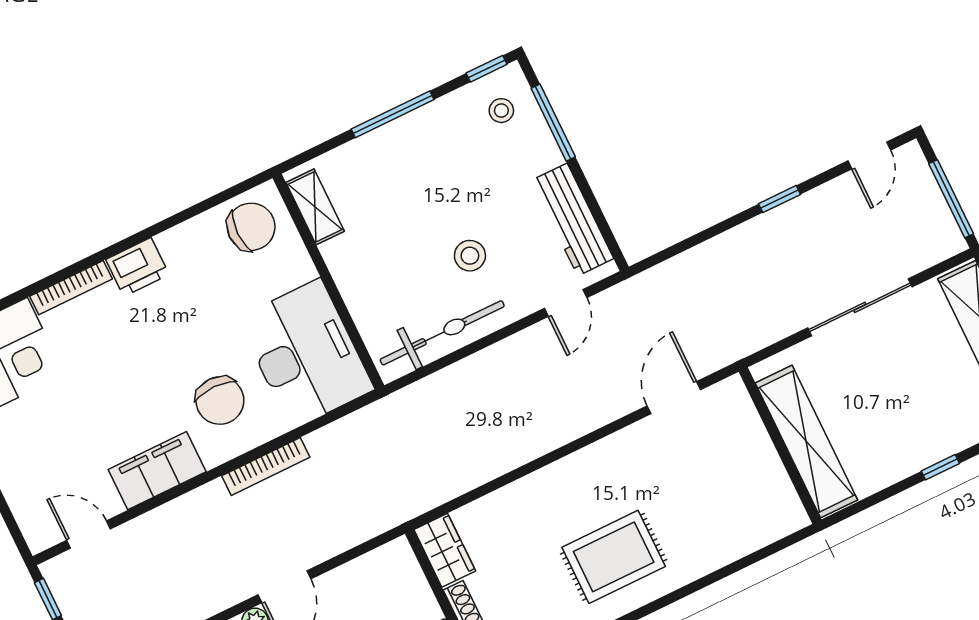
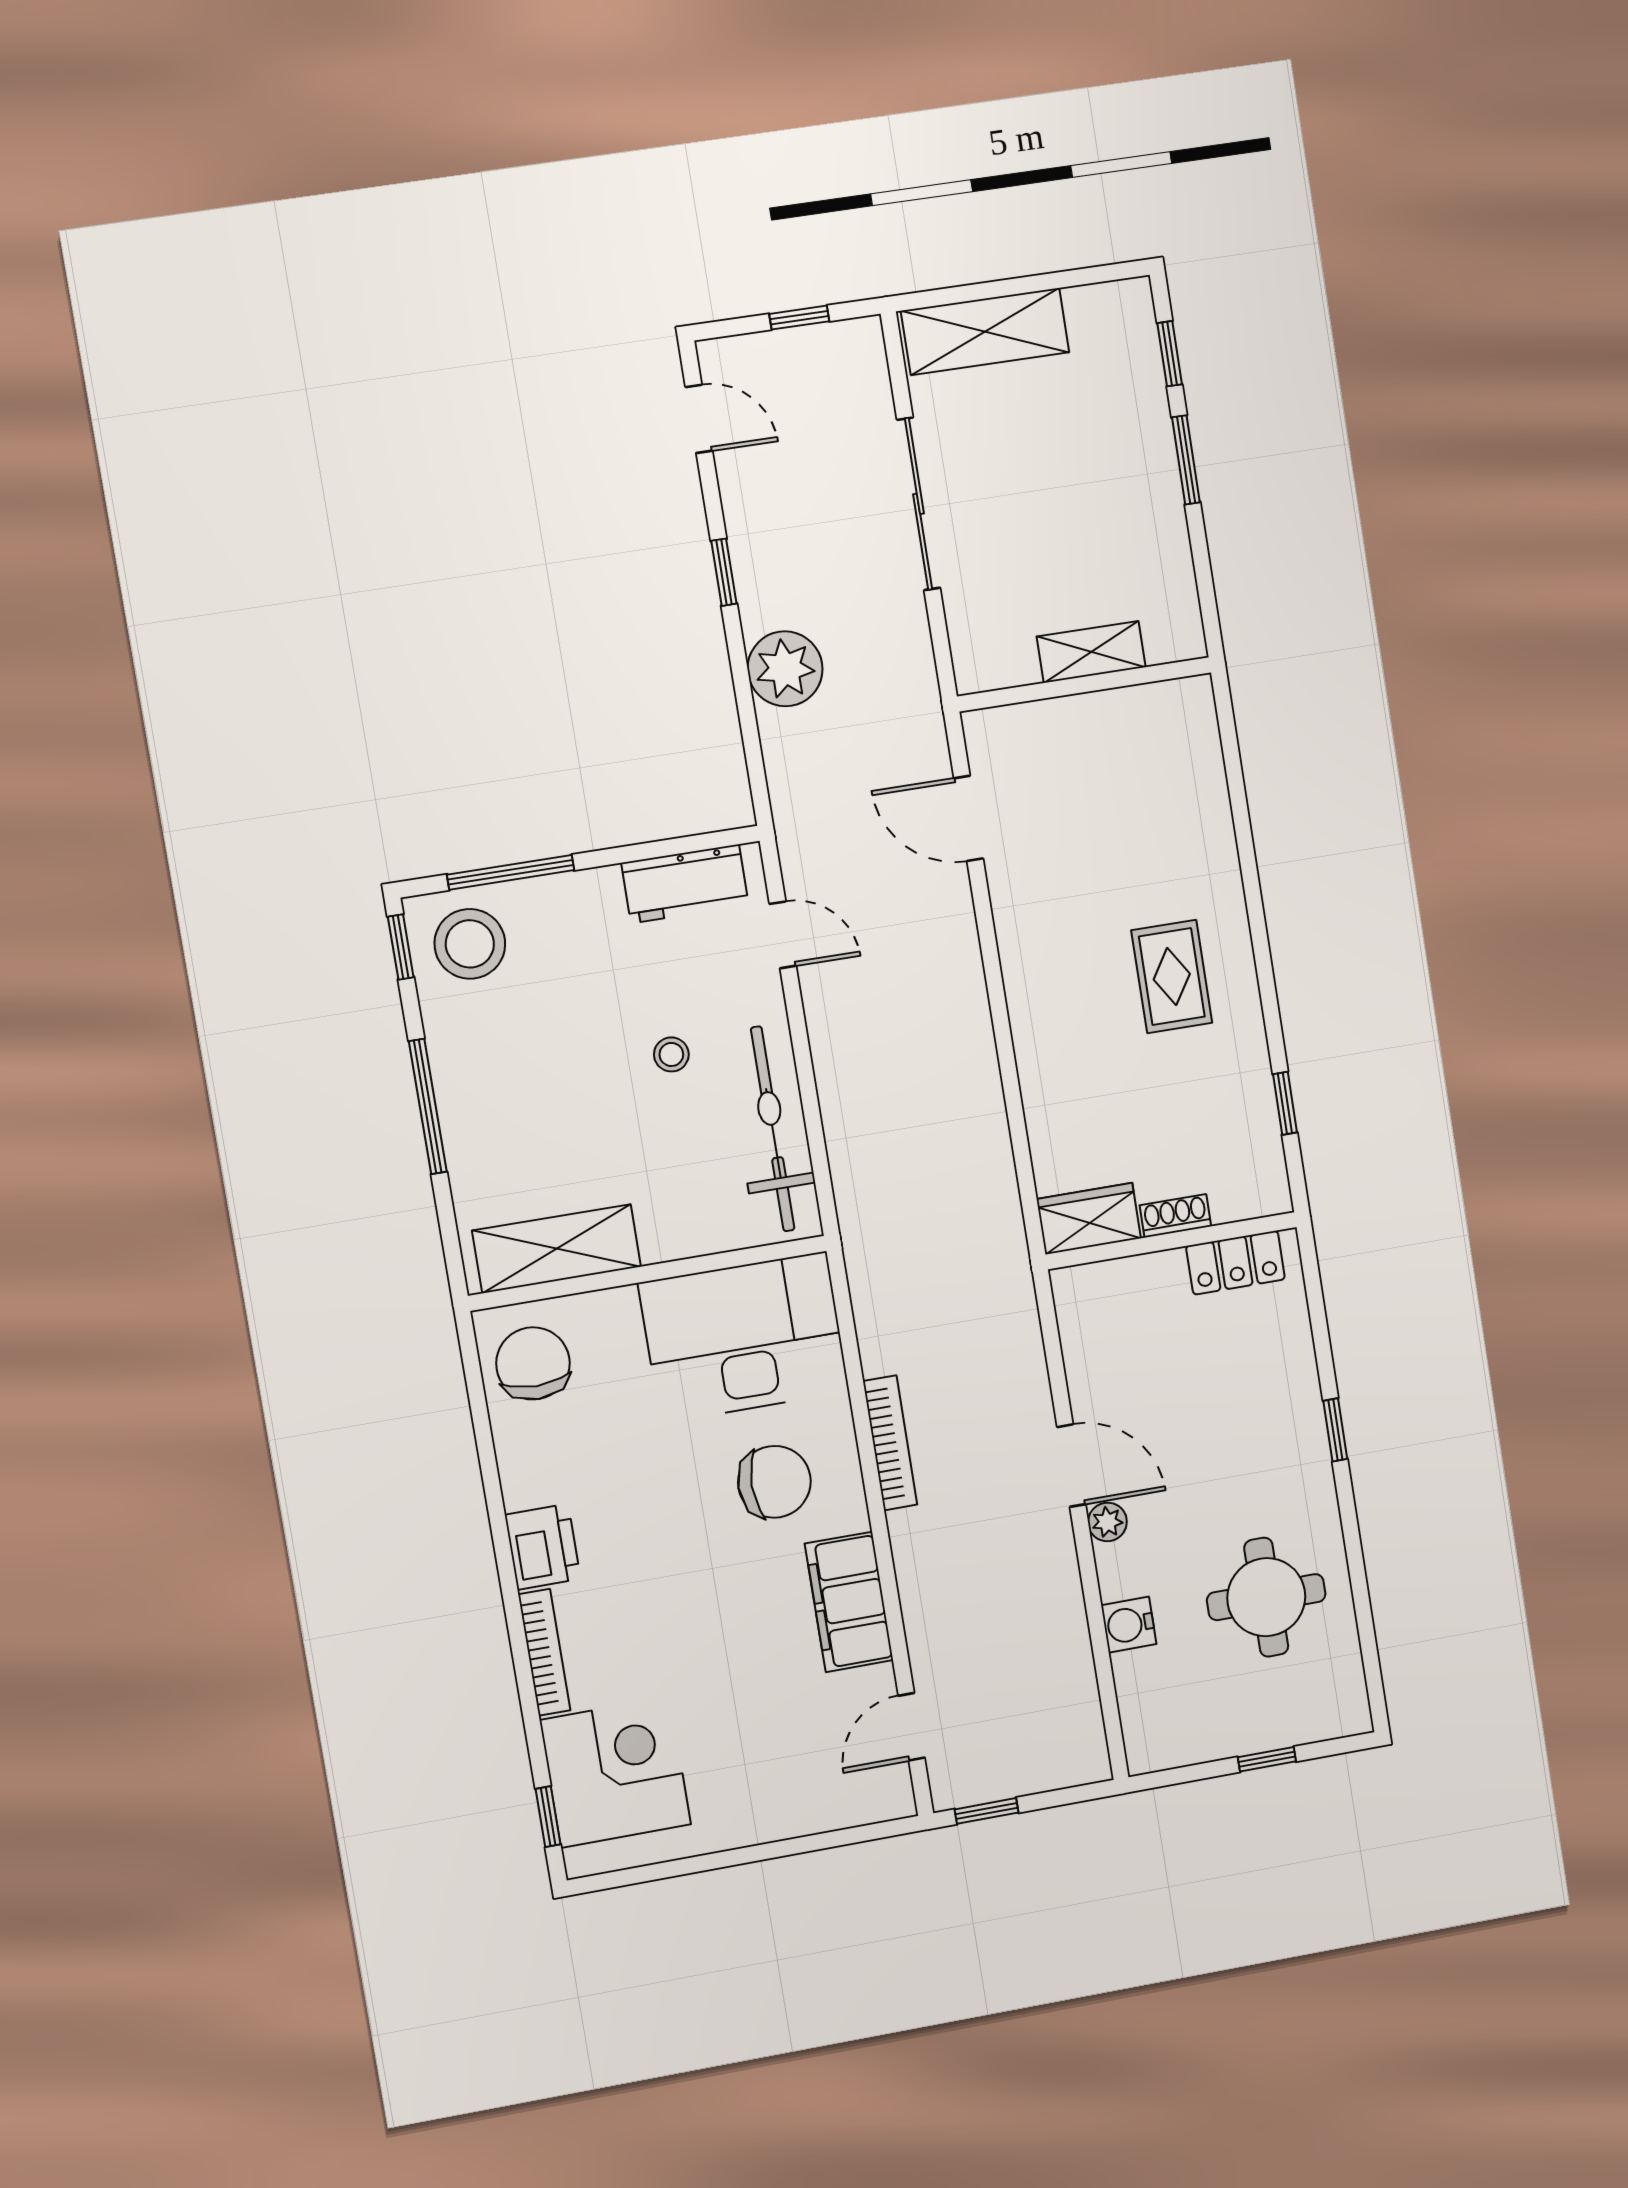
stool: (501, 111) -> (470, 944), width x1.89, depth x1.89
window: (951, 199) -> (799, 318), width x0.46
shelving: (315, 207) -> (557, 1249), width x1.50, depth x1.33
workbench: (572, 219) -> (685, 884), width x0.73
plant: (732, 255) -> (785, 669), added
stool: (470, 256) -> (671, 1054), width x0.73, depth x0.73
shelving: (806, 441) -> (1091, 652), width x0.45, depth x0.75
window: (940, 467) -> (1186, 460), width x1.50
rug: (614, 557) -> (1172, 977), width x0.73, depth x0.70

